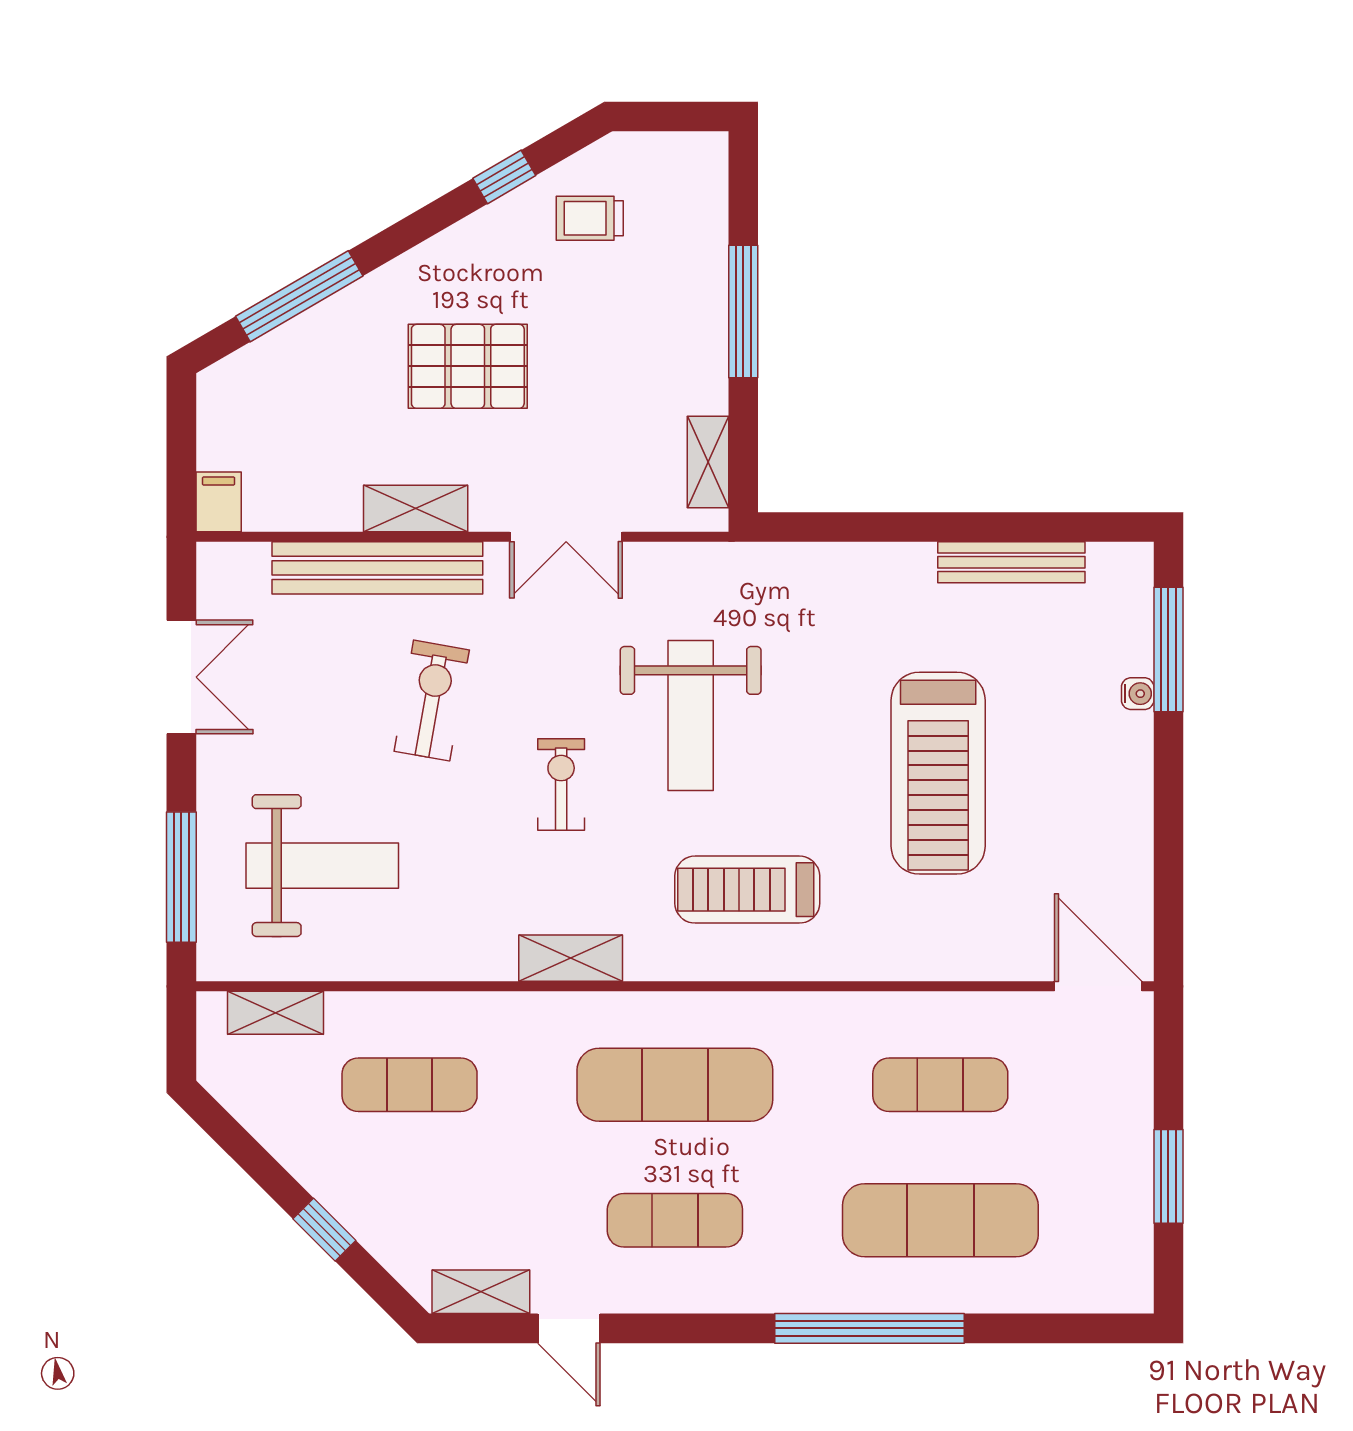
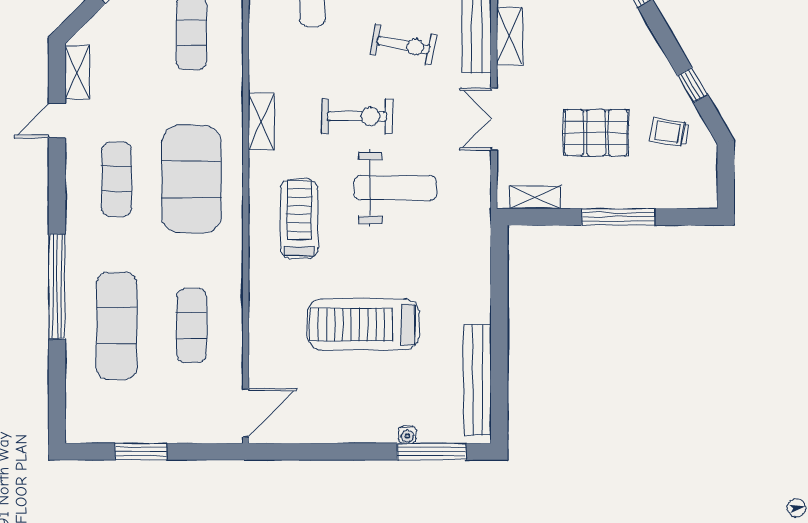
trolley: (590, 218) -> (670, 132), turned -81
pallet: (468, 366) -> (596, 133), moved, turned 90
bench: (1011, 562) -> (477, 380), width x1.37, depth x1.21
weight bench: (691, 716) -> (395, 188), turned 180
exercise bike: (561, 785) -> (357, 116), width x1.38, depth x1.39
exercise mat: (675, 1085) -> (191, 179), width x1.47

